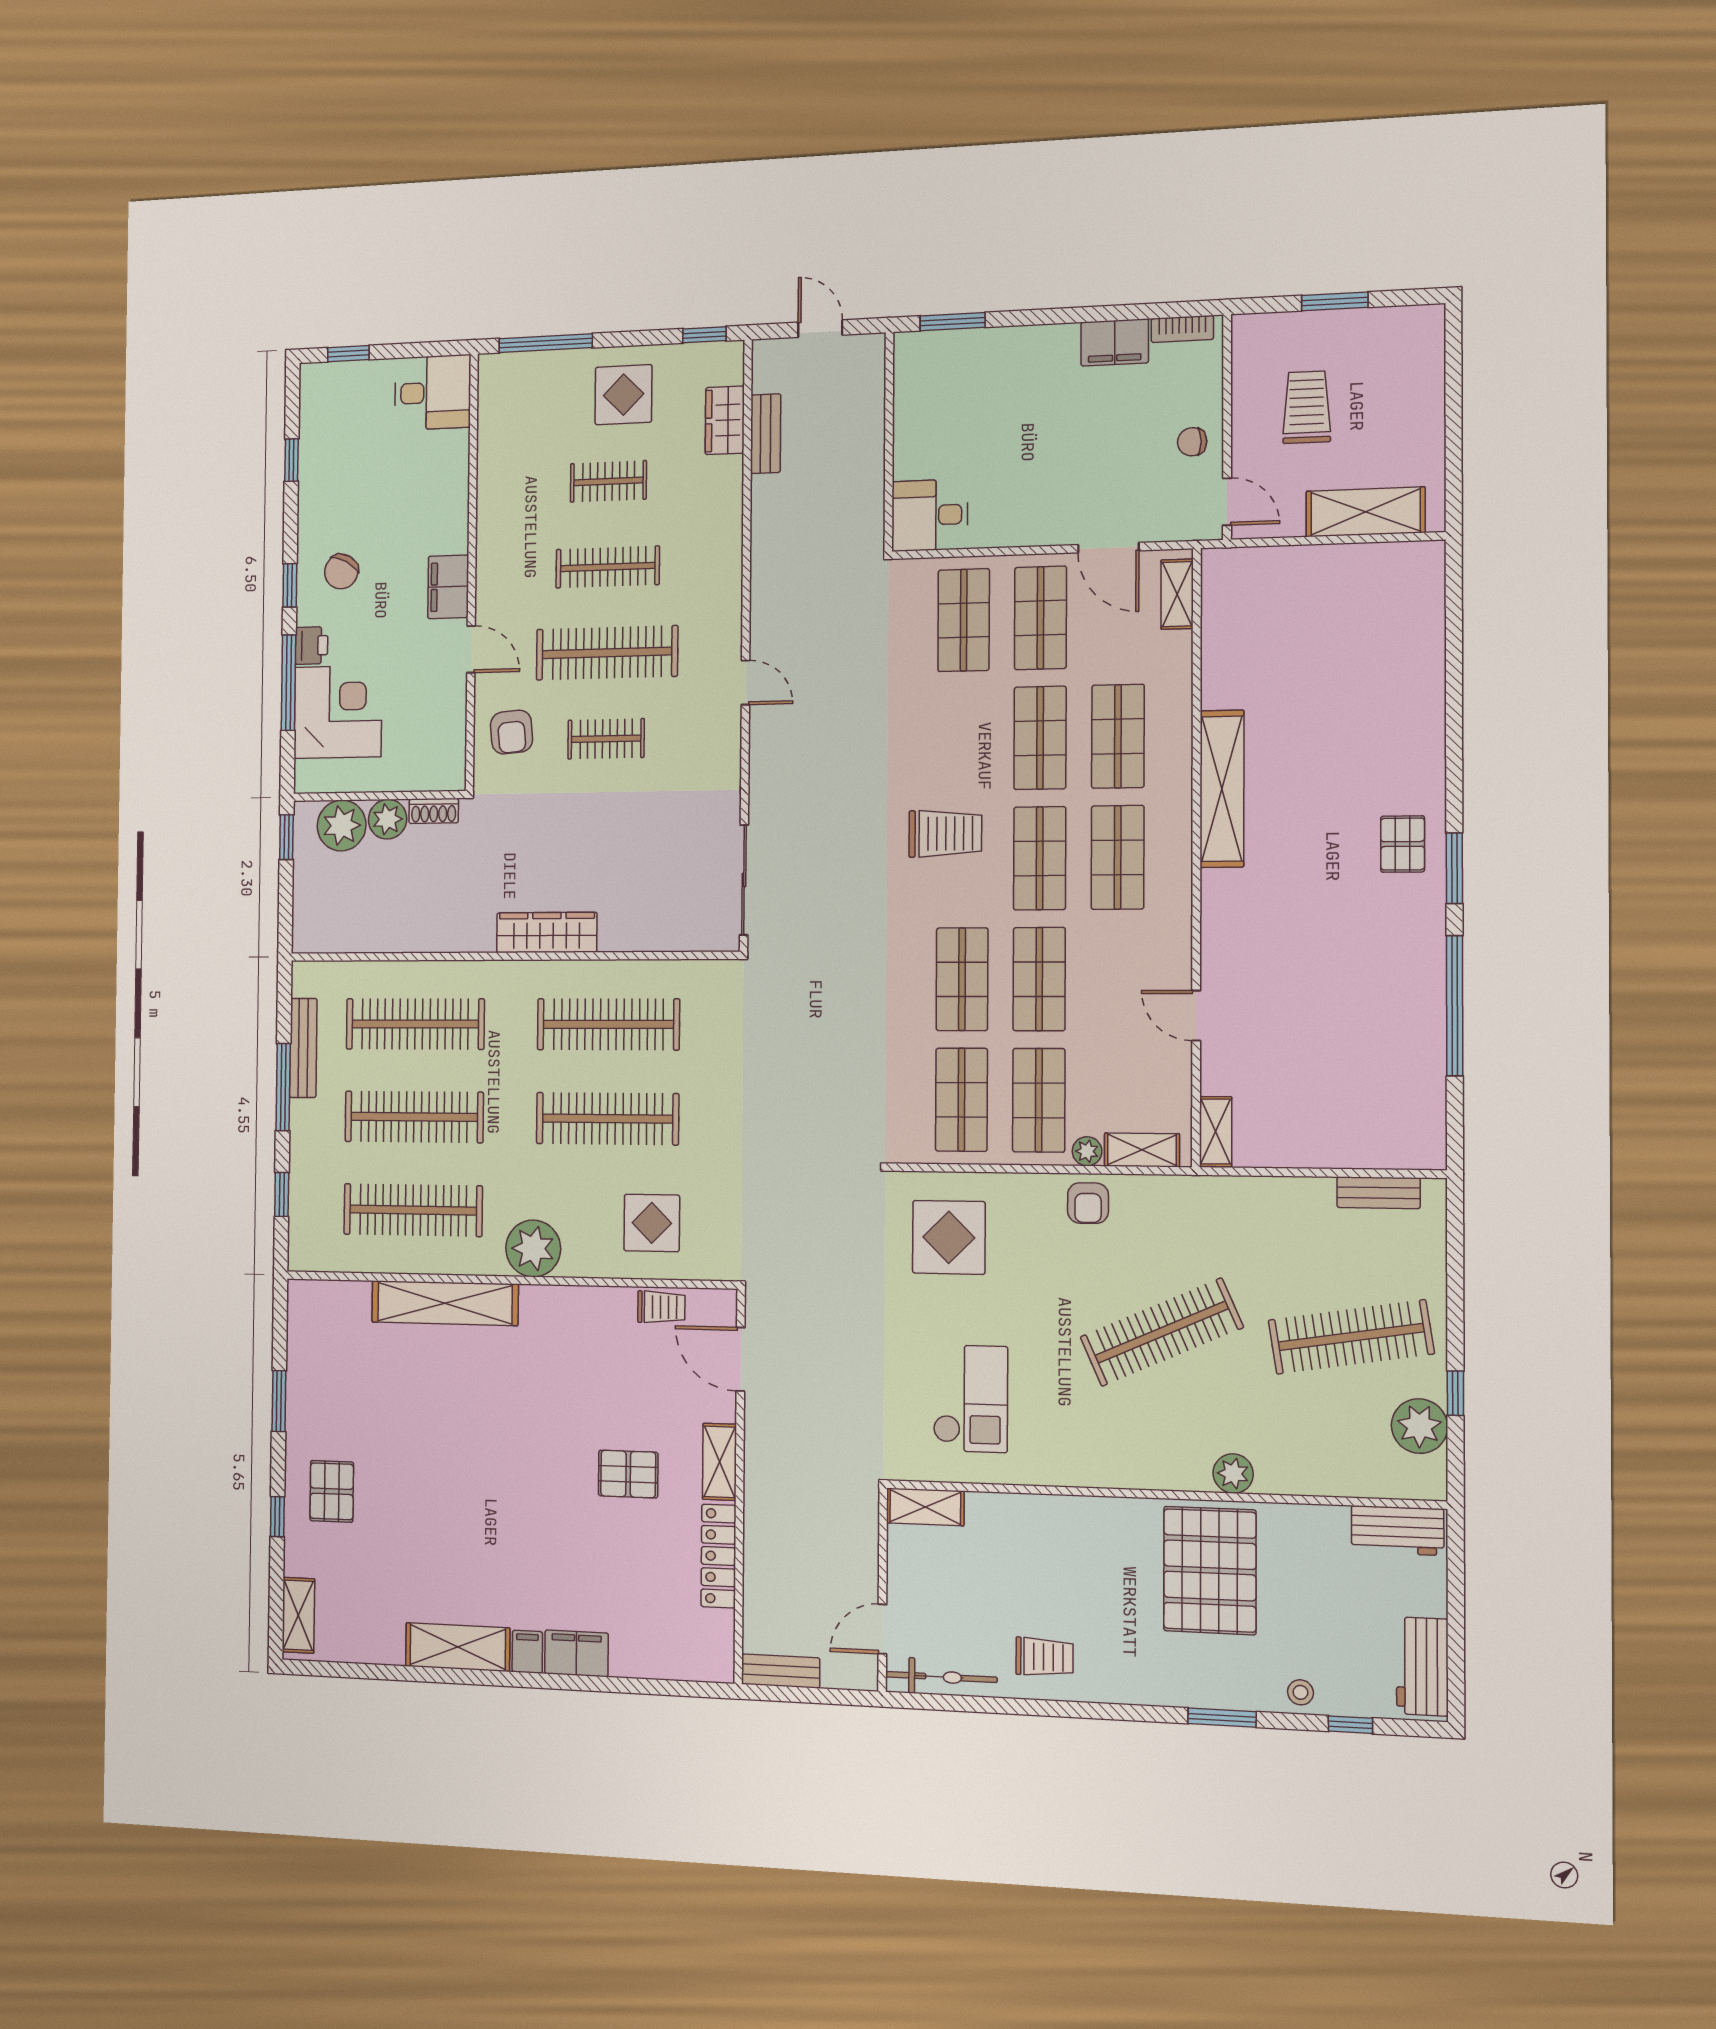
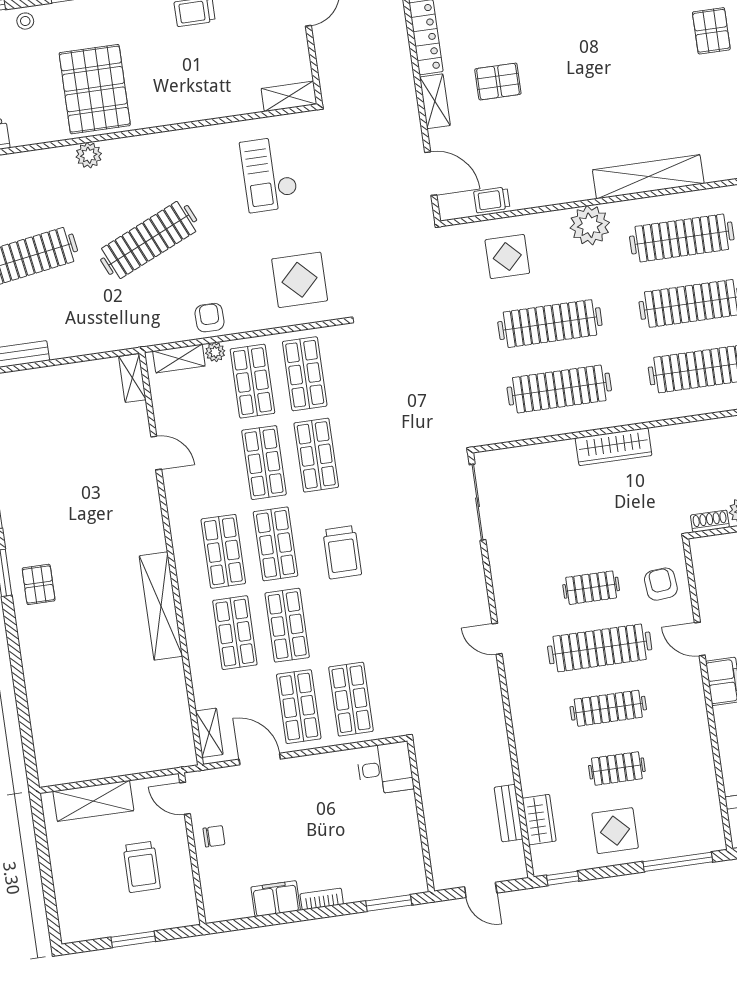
bookcase: (1182, 329) -> (322, 899), moved
trolley: (945, 834) -> (342, 552), turned -90

